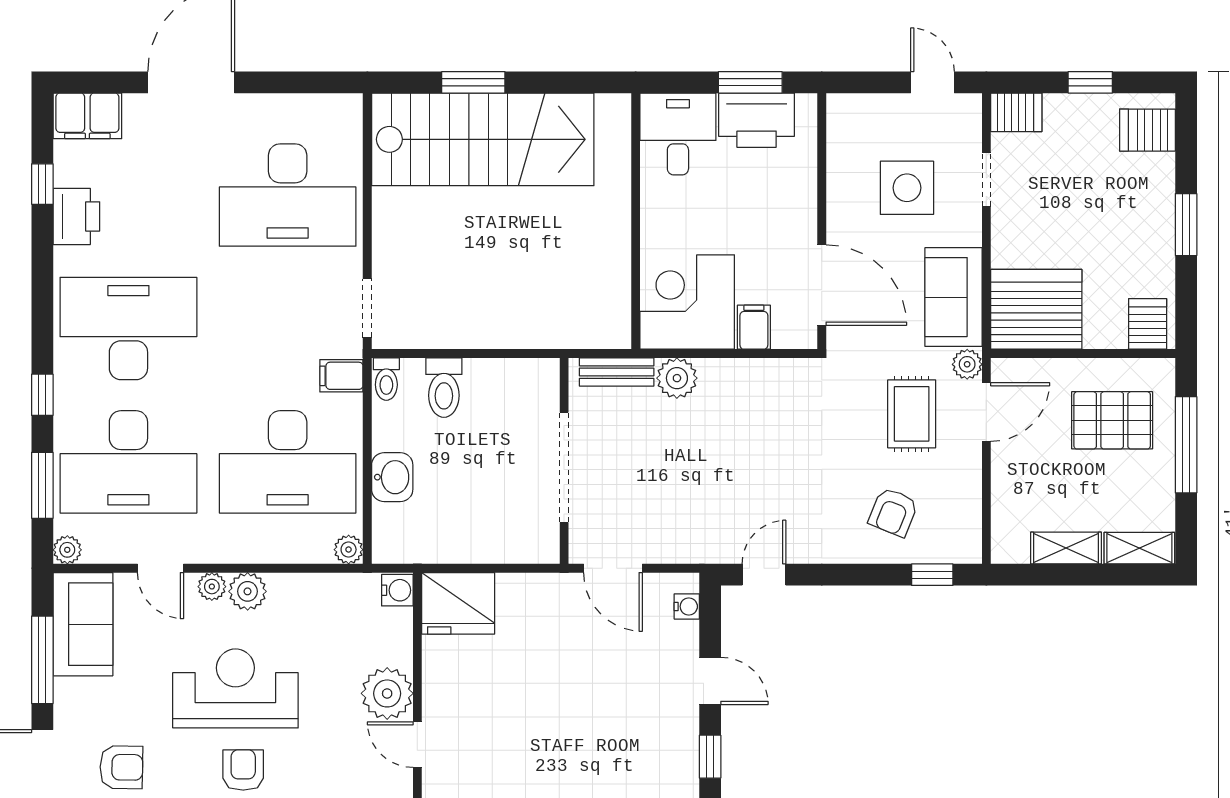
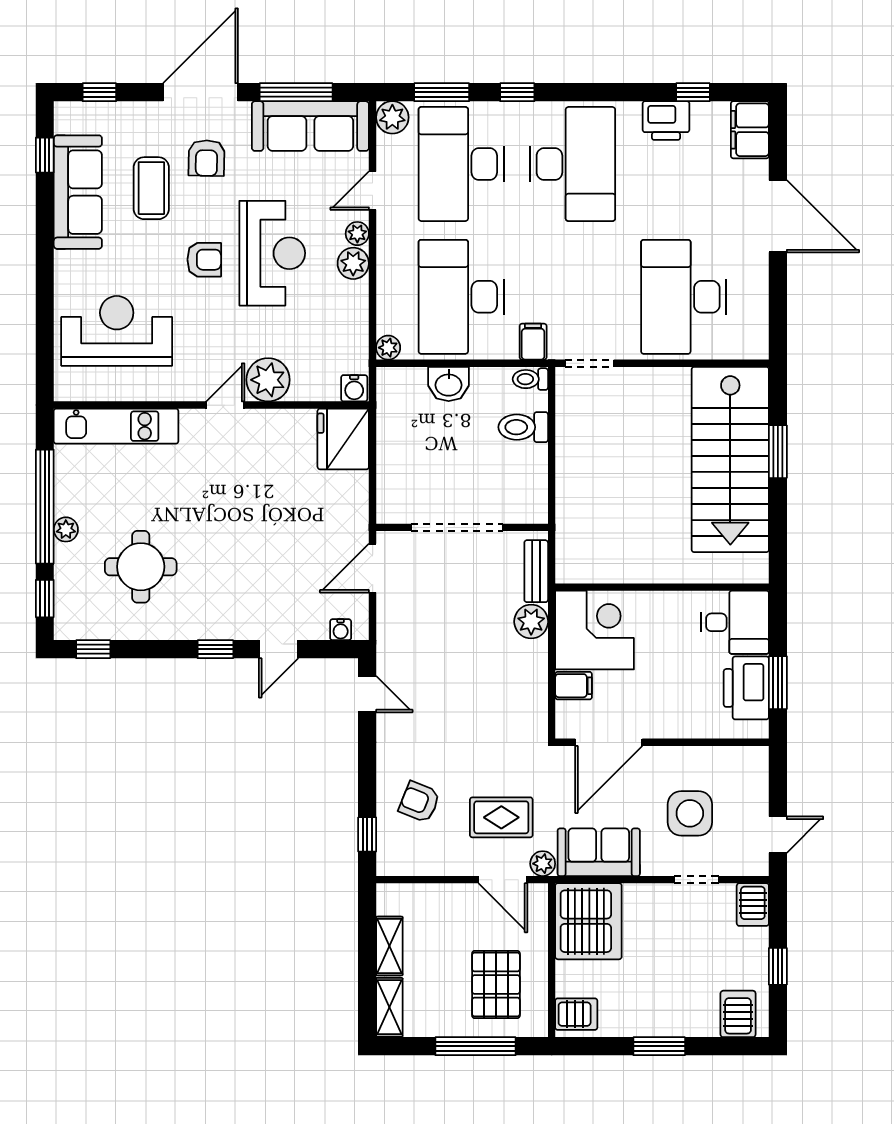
plant: (67, 550) -> (392, 117), width x1.38, depth x1.38
sofa: (83, 624) -> (310, 126), width x1.36

